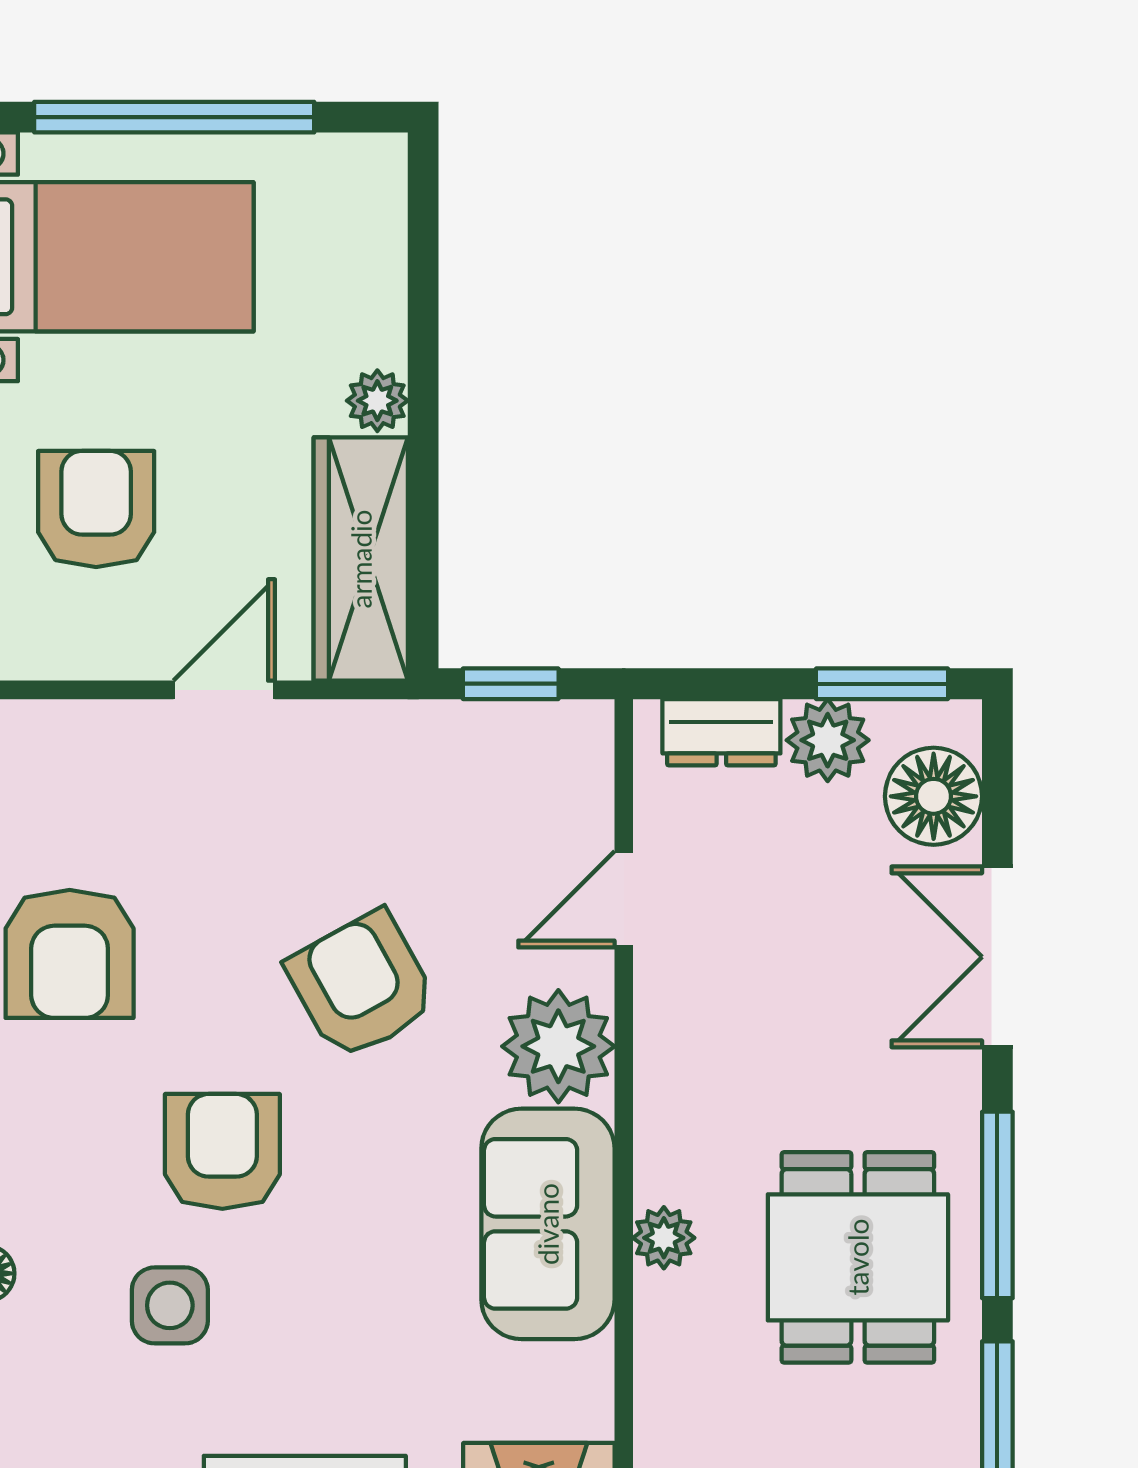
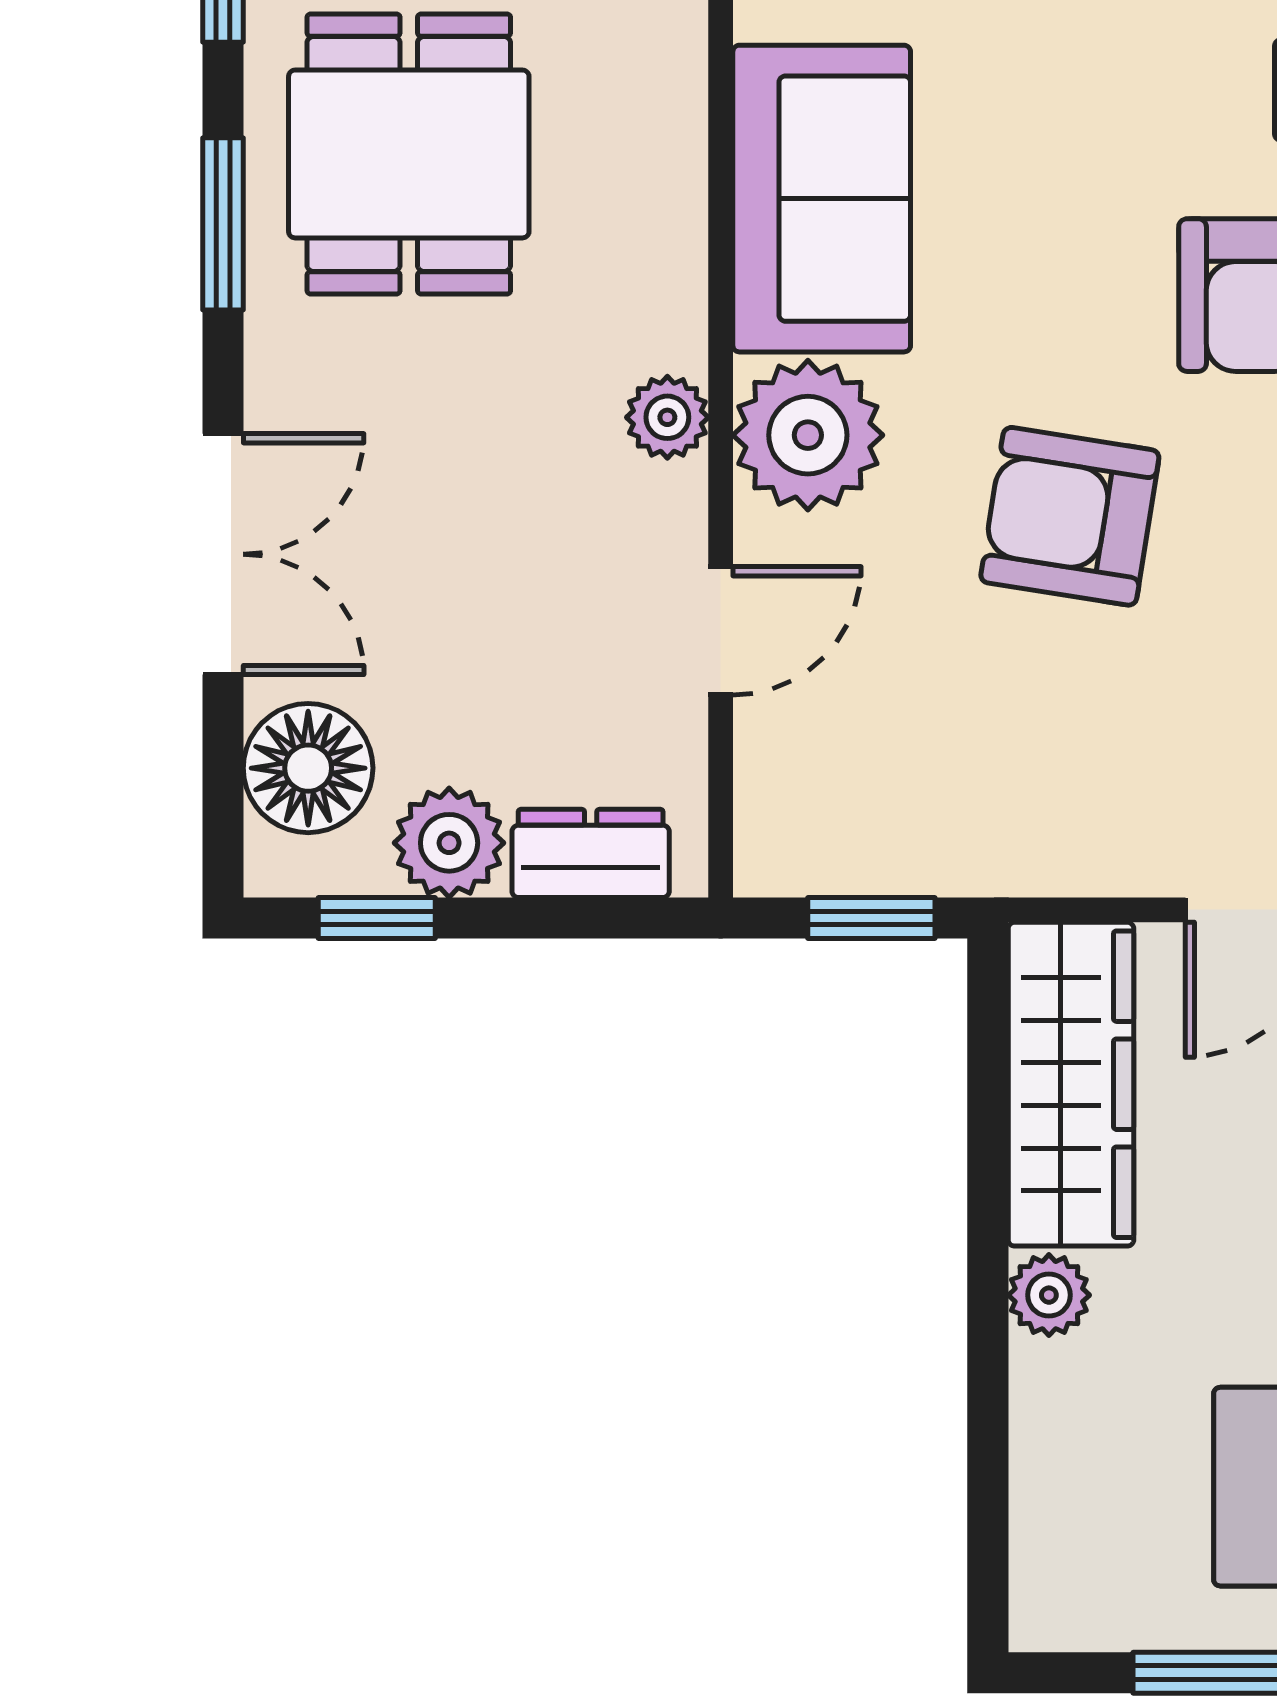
window: (882, 684) -> (377, 918), width x0.67
armchair: (362, 985) -> (1070, 516), turned 128
window: (997, 1205) -> (223, 224), width x0.69
plant: (664, 1238) -> (667, 417), moved

